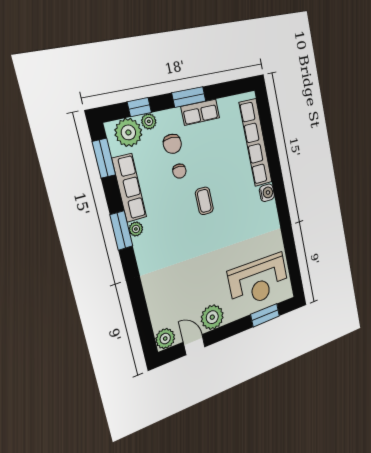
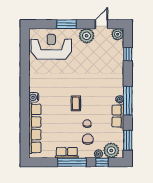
window: (189, 97) -> (72, 162), width x1.44
row of seats: (129, 188) -> (118, 116), width x0.68
window: (121, 230) -> (128, 101), width x1.44
window: (141, 312) -> (128, 54), added
window: (265, 315) -> (66, 24), moved
door: (194, 345) -> (101, 24), swing flipped

